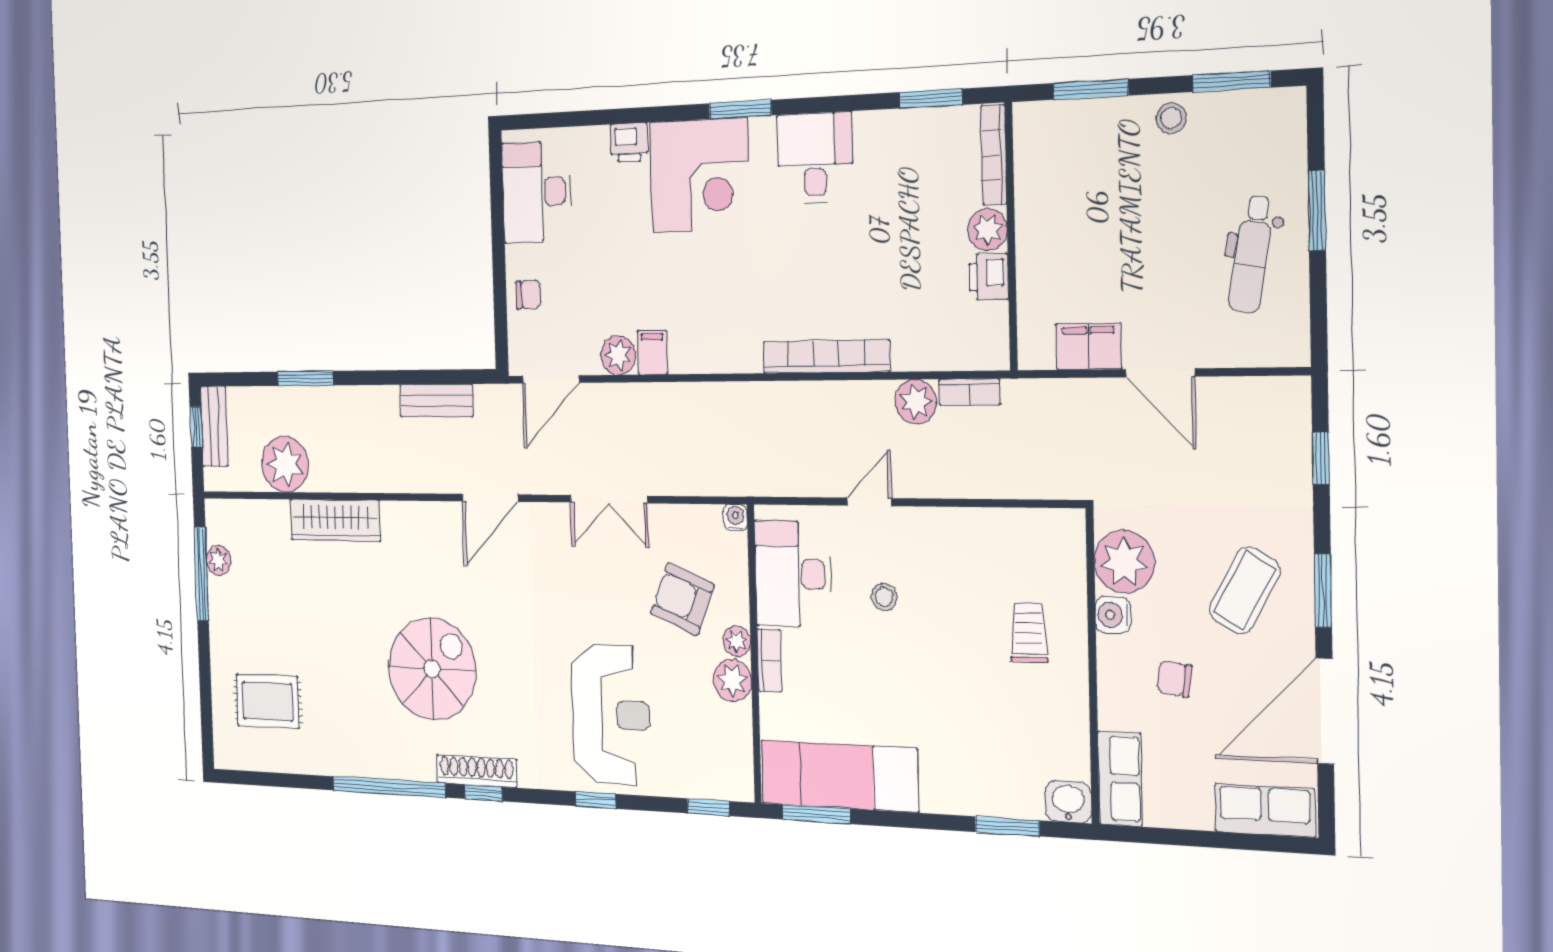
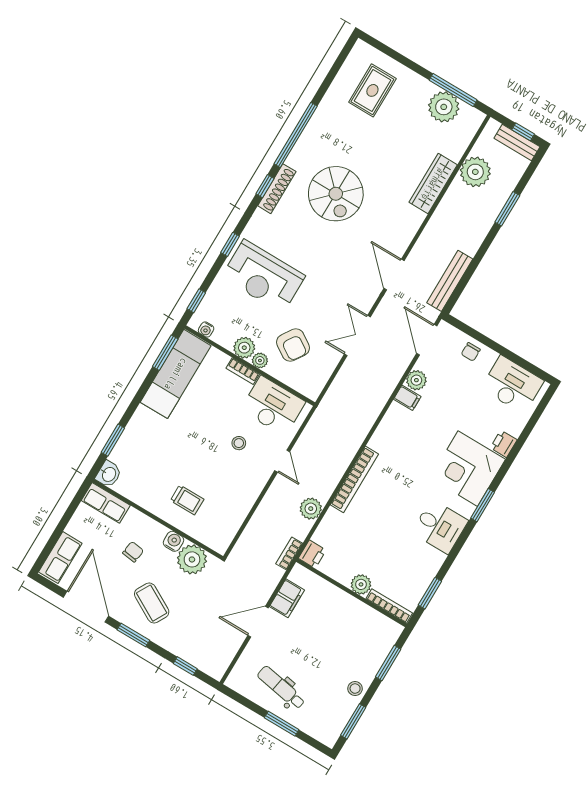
printer: (989, 277) -> (312, 554), moved, turned 90
bookcase: (969, 392) -> (289, 554), moved
bench: (436, 401) -> (450, 281), width x1.36
water cooler: (735, 518) -> (206, 330), moved, turned 90
plant: (219, 560) -> (444, 107), width x1.87, depth x1.87
armchair: (682, 599) -> (293, 345), turned 101

